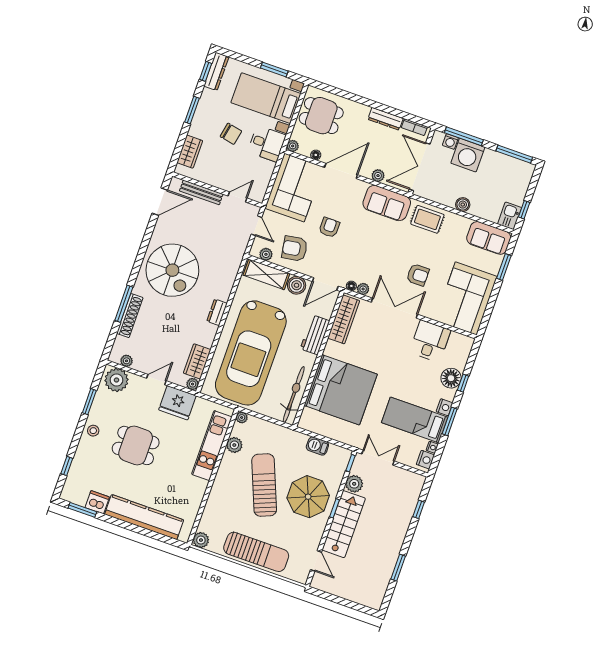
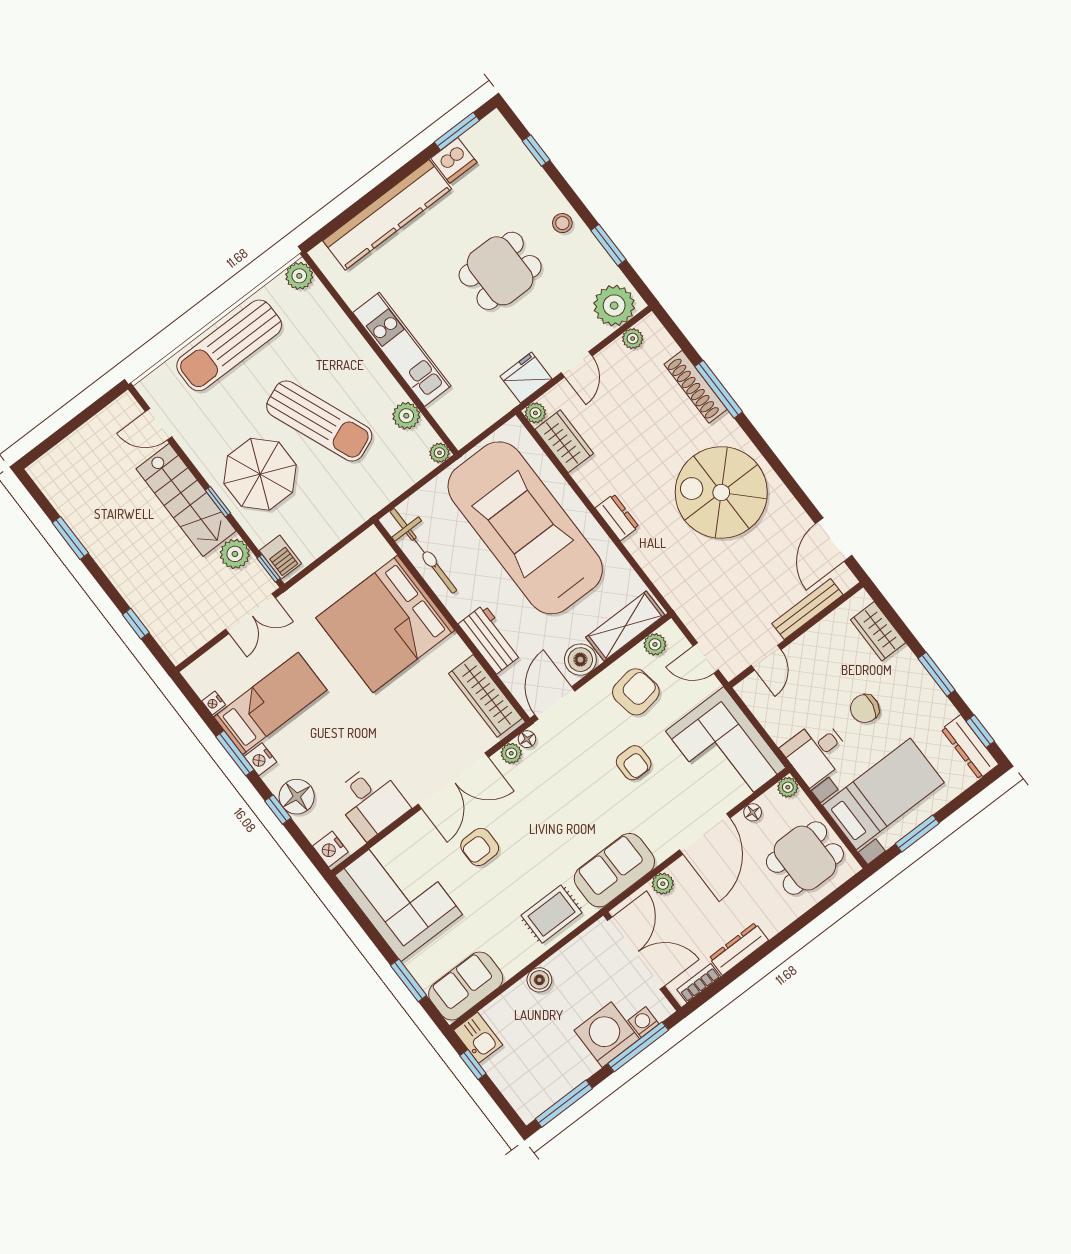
fridge: (177, 403) -> (526, 378), width x0.73, depth x0.75
kitchen unit: (212, 446) -> (402, 349), moved
barbecue: (317, 446) -> (280, 557), moved, turned 90
nightstand: (425, 460) -> (330, 849), moved

